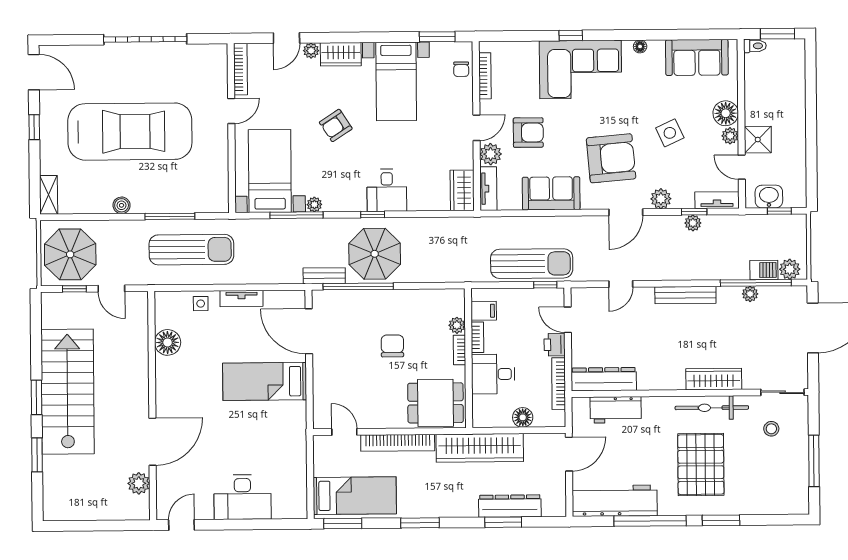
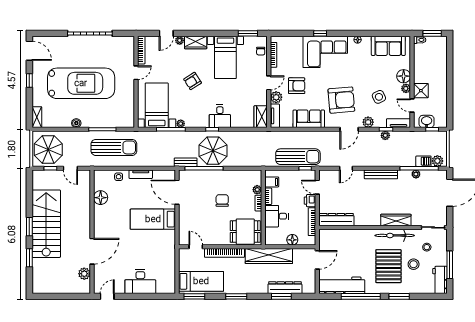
side table: (670, 133) -> (379, 97), moved
workbench: (616, 410) -> (440, 280), moved, turned 90
stool: (747, 461) -> (414, 264), added

